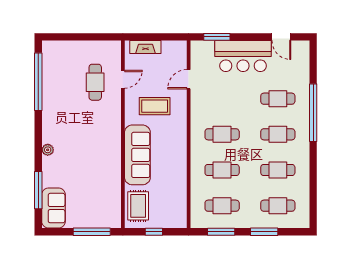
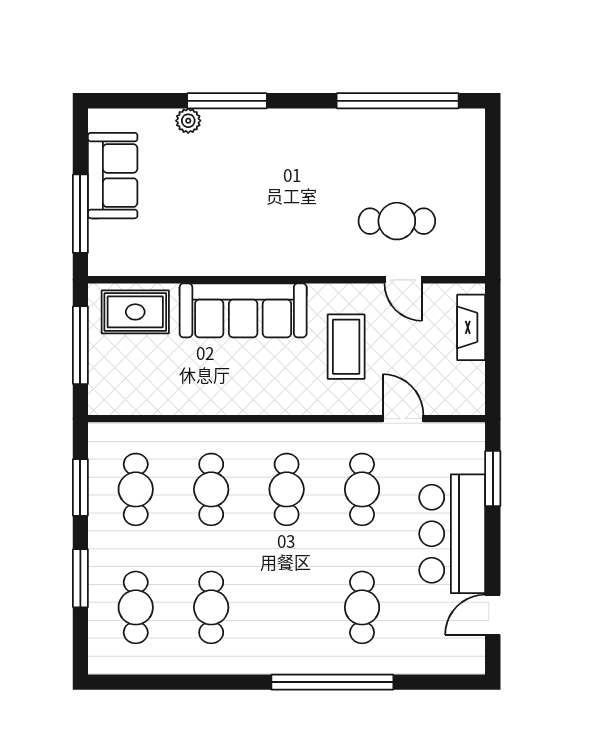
cafe table: (278, 134) -> (362, 489), moved
plant: (48, 150) -> (188, 121), moved
window: (38, 190) -> (227, 101), moved
sofa: (54, 208) -> (113, 176), moved, turned -90
window: (154, 232) -> (80, 345), width x2.17

